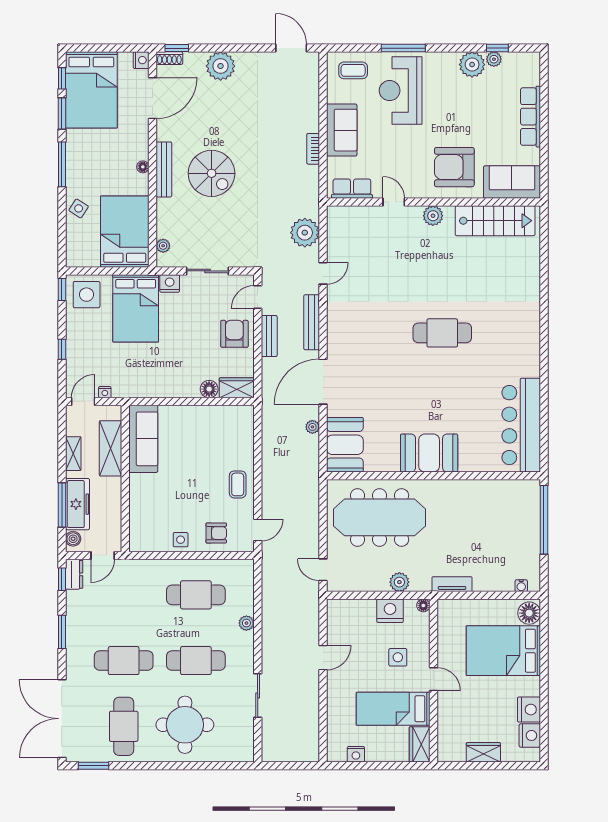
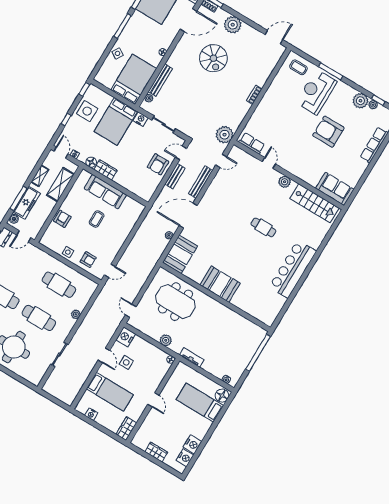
door: (291, 48) -> (274, 37), hinge flipped
sofa: (342, 130) -> (274, 94), removed
armchair: (454, 167) -> (328, 132), moved
bench: (164, 169) -> (160, 80), moved
spiral stairs: (212, 173) -> (213, 58), moved
sofa: (512, 182) -> (335, 189), moved
row of seats: (352, 189) -> (252, 143), moved
door: (394, 202) -> (269, 163), moved
wall: (433, 202) -> (289, 175), moved
plant: (433, 216) -> (285, 182), moved
stairs: (495, 221) -> (314, 203), moved
side table: (87, 295) -> (87, 111), moved
cafe table: (442, 333) -> (263, 227), width x0.73, depth x0.74
armchair: (234, 334) -> (158, 164), turned 180
wardrobe: (237, 388) -> (106, 170), moved
floor lamp: (209, 389) -> (91, 162), moved
door: (83, 401) -> (61, 152), hinge flipped
bar counter: (521, 425) -> (293, 269), moved
sofa: (143, 439) -> (105, 192), moved, turned 90
coffee table: (238, 484) -> (97, 219), moved
armchair: (143, 496) -> (62, 219), added
meeting table: (380, 517) -> (175, 302), width x0.73
nightstand: (390, 611) -> (126, 337), moved, turned -90
bed: (503, 651) -> (200, 403), width x0.67
side table: (398, 657) -> (126, 362), moved
door: (323, 658) -> (104, 355), hinge flipped
bed: (393, 709) -> (110, 392), moved, turned 180

